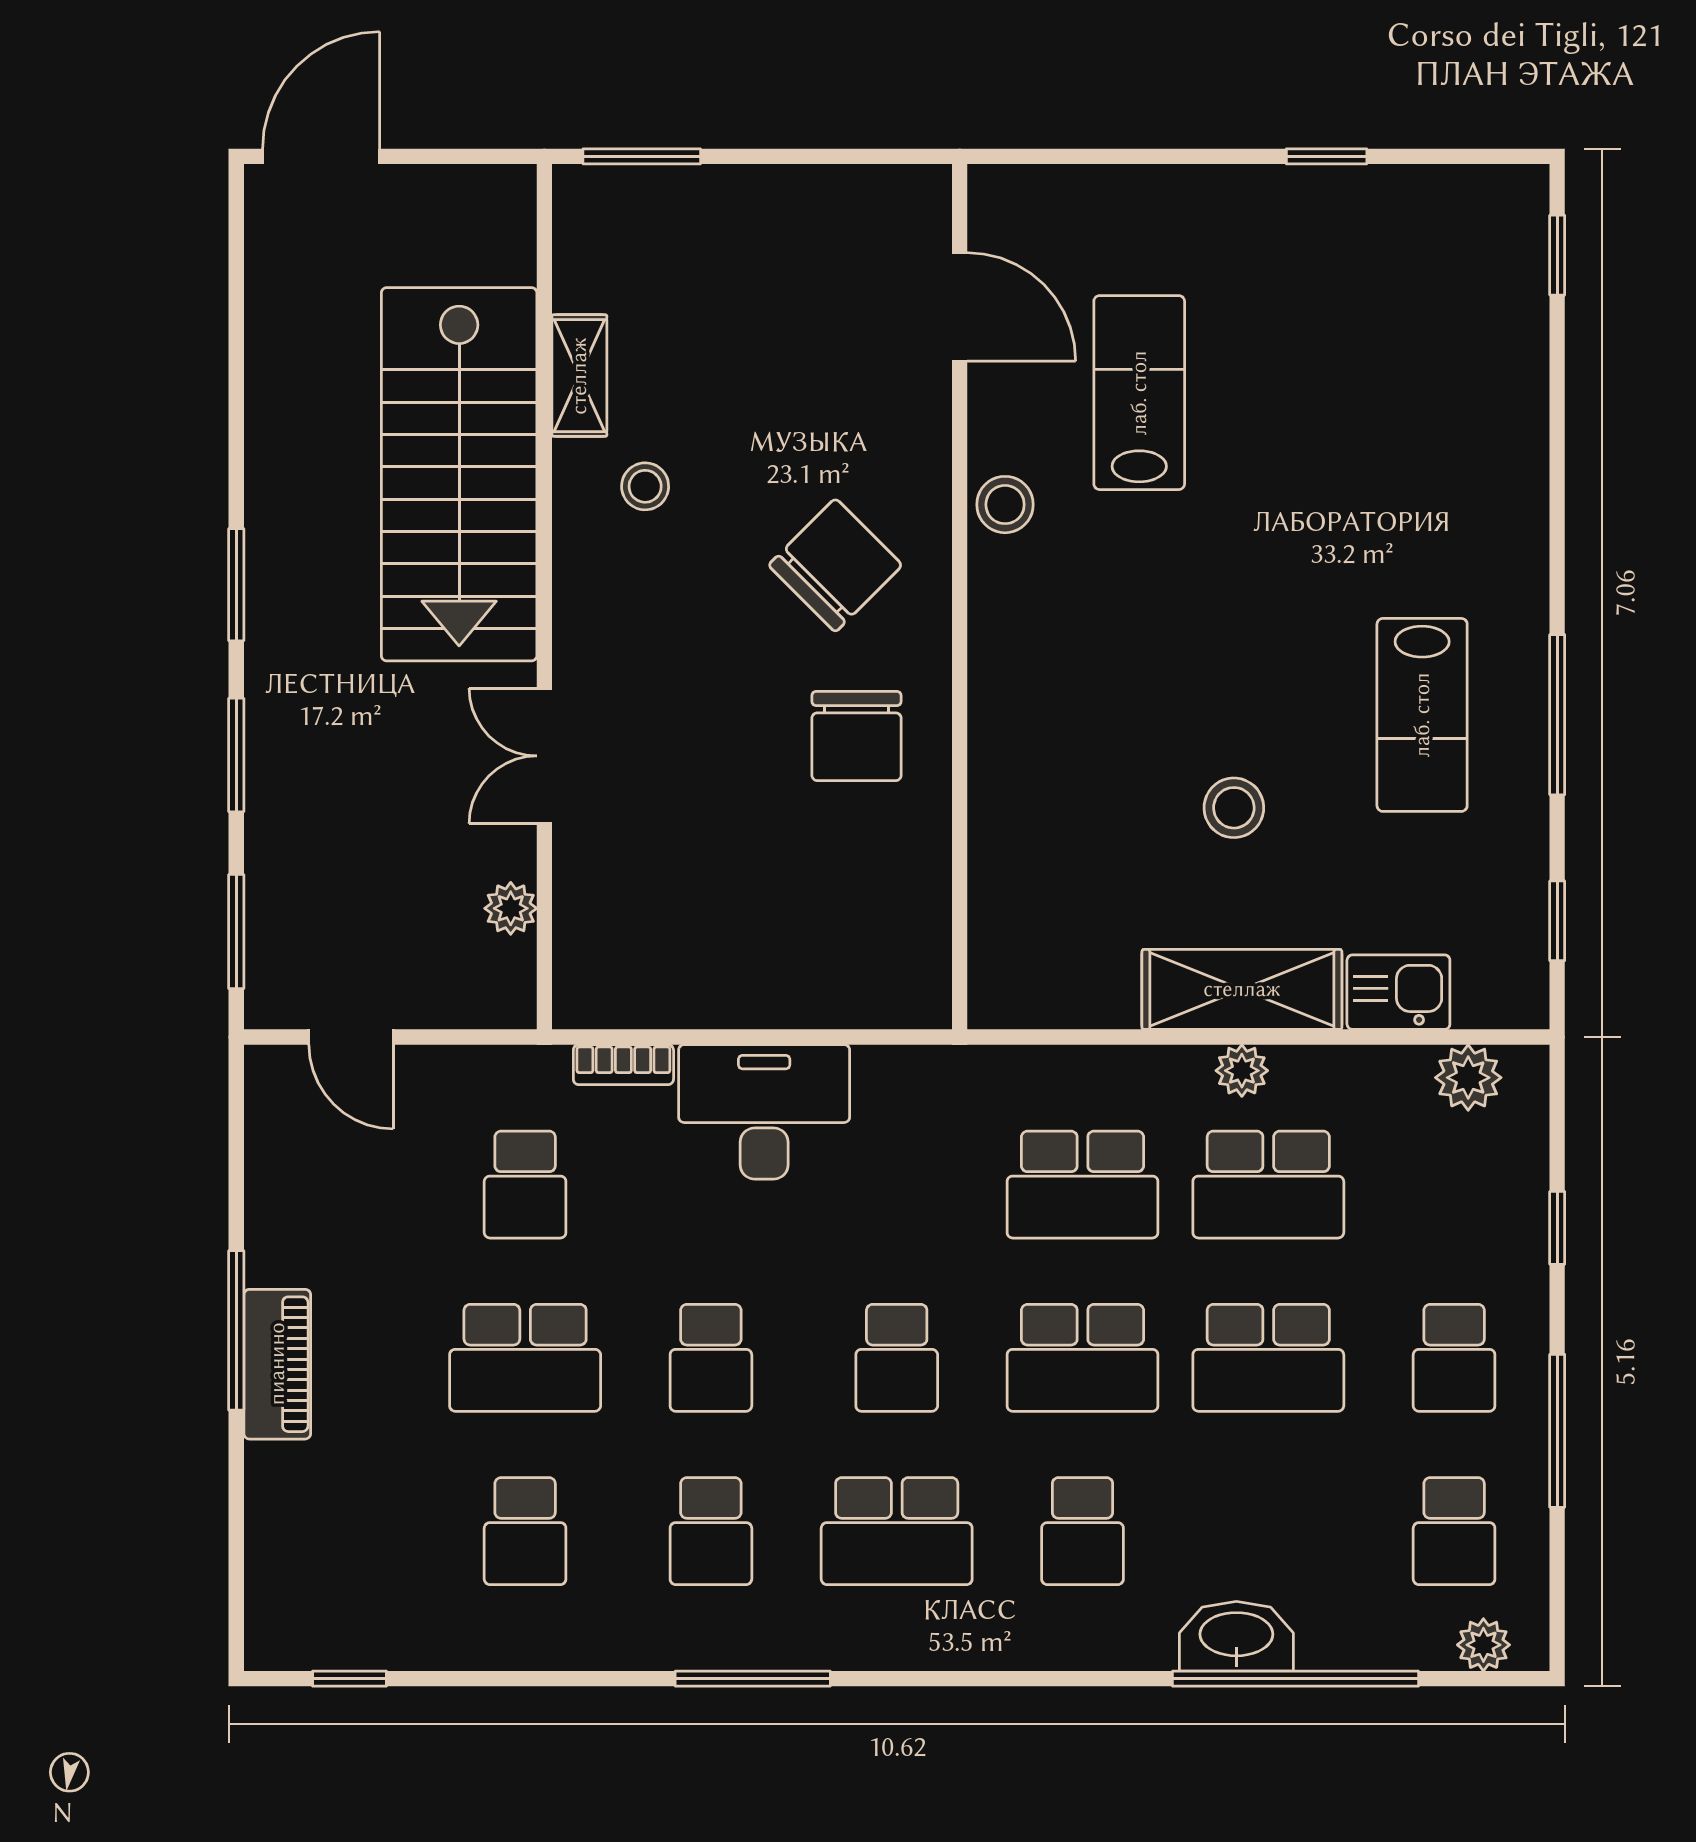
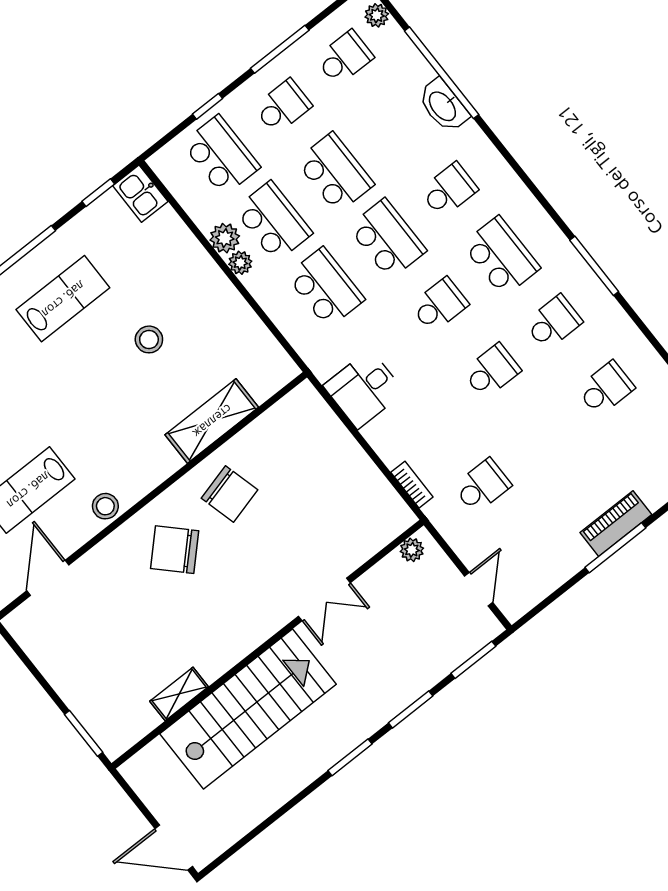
stool: (645, 486) -> (200, 639), removed
chair: (857, 736) -> (229, 494), turned 75
plant: (511, 908) -> (412, 550), moved
shelving: (1242, 989) -> (212, 421), moved, turned 90
kitchen sink: (1398, 992) -> (140, 194), moved
plant: (1468, 1078) -> (225, 238), moved
desk: (764, 1112) -> (364, 389), moved, width x0.73
school desk: (525, 1358) -> (221, 155), moved

